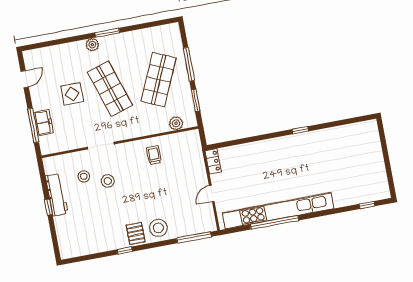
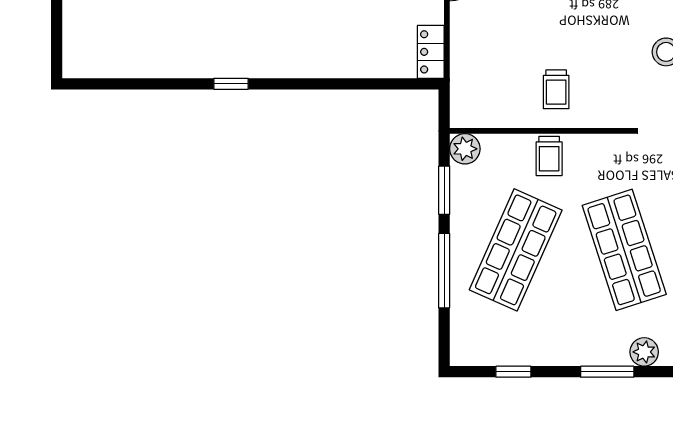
window: (149, 25) -> (513, 372), added
plant: (176, 123) -> (465, 149), moved
trolley: (151, 125) -> (549, 156), added

